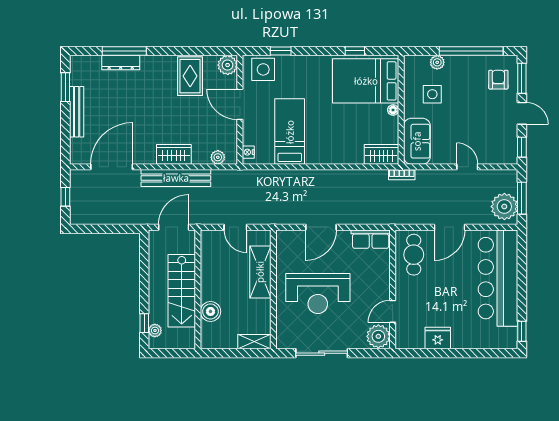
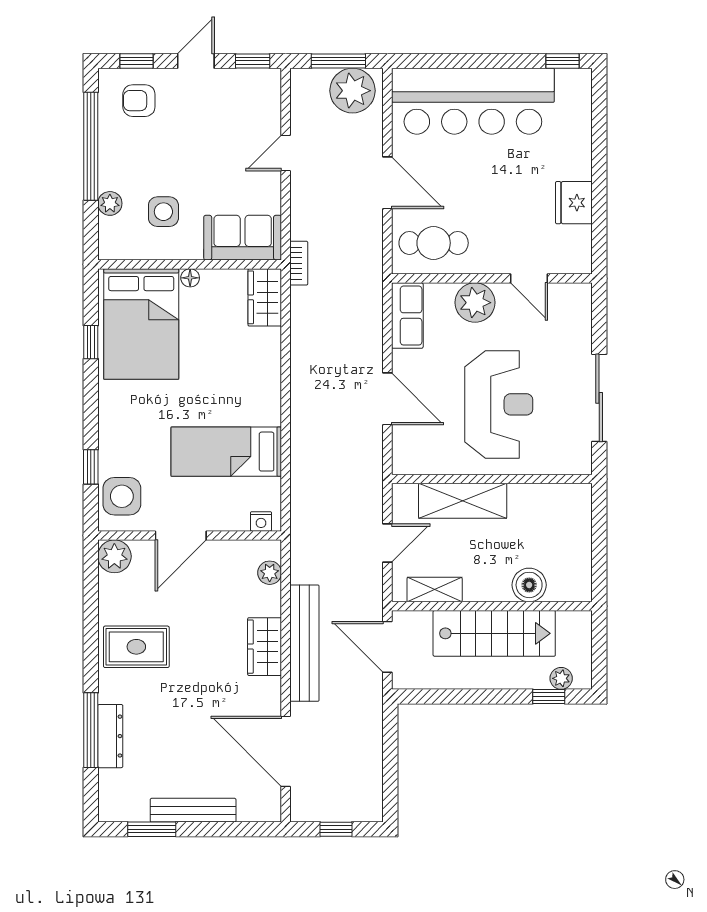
rug: (190, 76) -> (136, 647), moved
window: (522, 78) -> (137, 61), width x0.67
plant: (378, 336) -> (475, 303), moved
shelving: (254, 342) -> (435, 590), moved, turned 90

